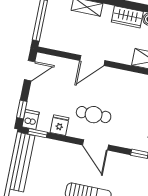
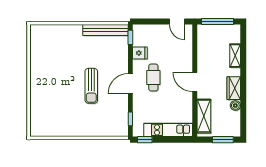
door: (92, 60) -> (195, 82), moved
window: (22, 110) -> (146, 21), removed
dishwasher: (31, 119) -> (140, 30), removed

